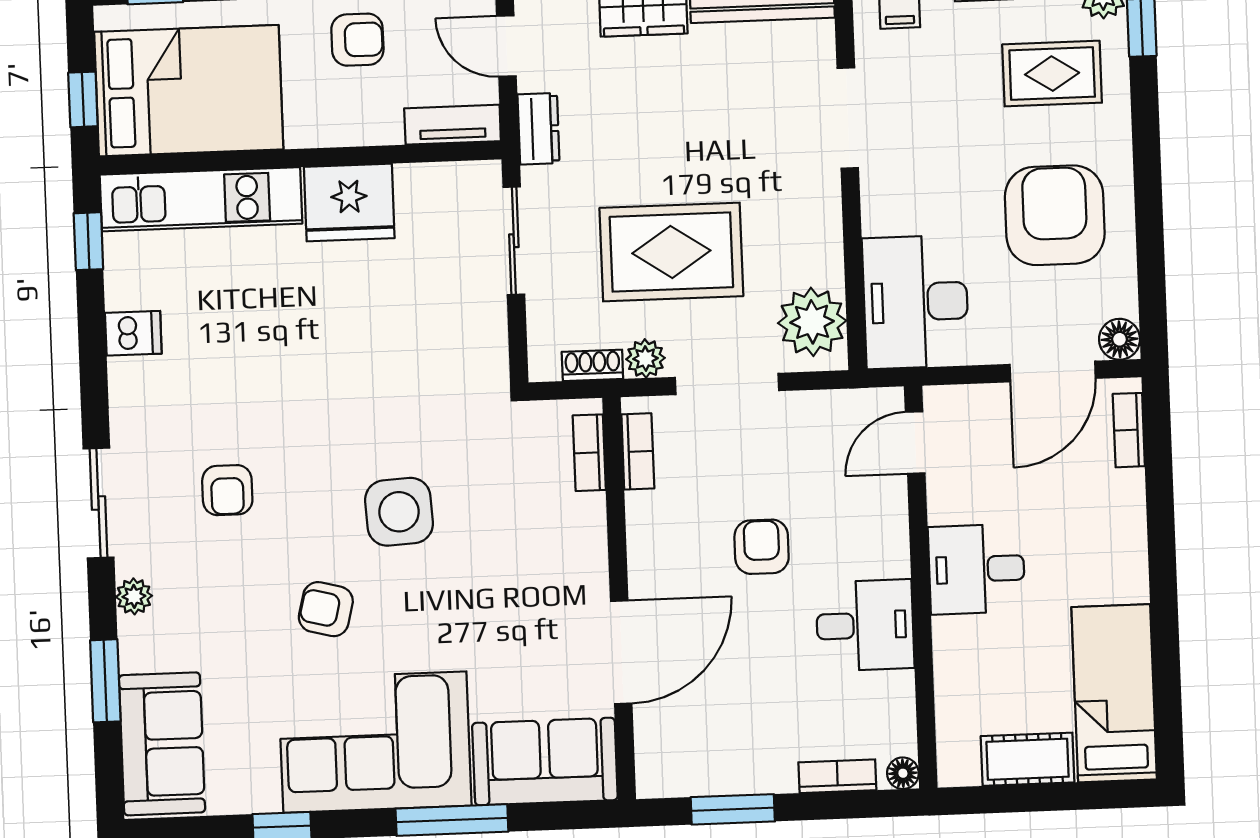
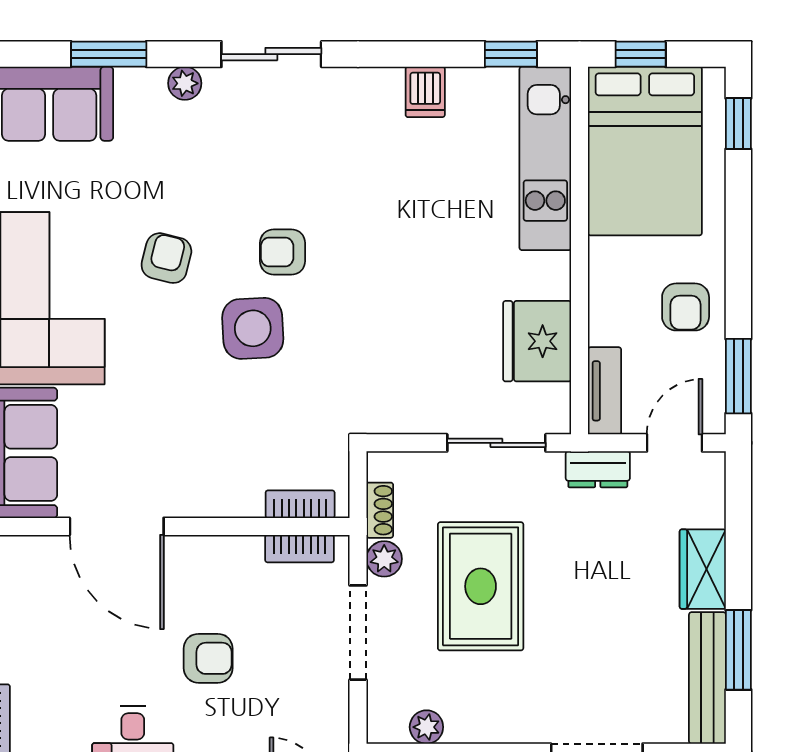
fridge: (349, 202) -> (537, 341), moved
plant: (812, 322) -> (426, 727), width x0.53, depth x0.53
armchair: (227, 490) -> (283, 252), moved

